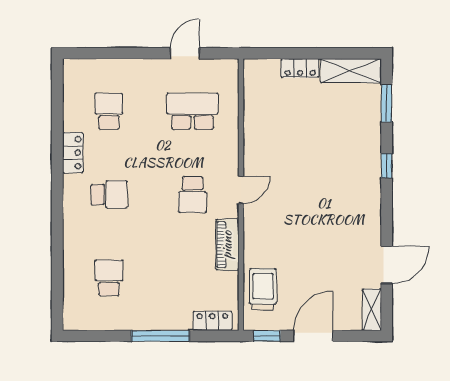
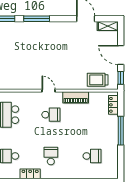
window: (387, 166) -> (37, 19), width x2.17
school desk: (109, 278) -> (92, 156), turned 180

